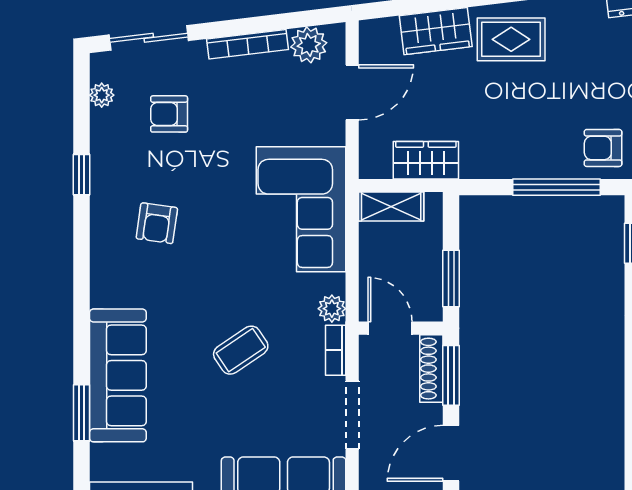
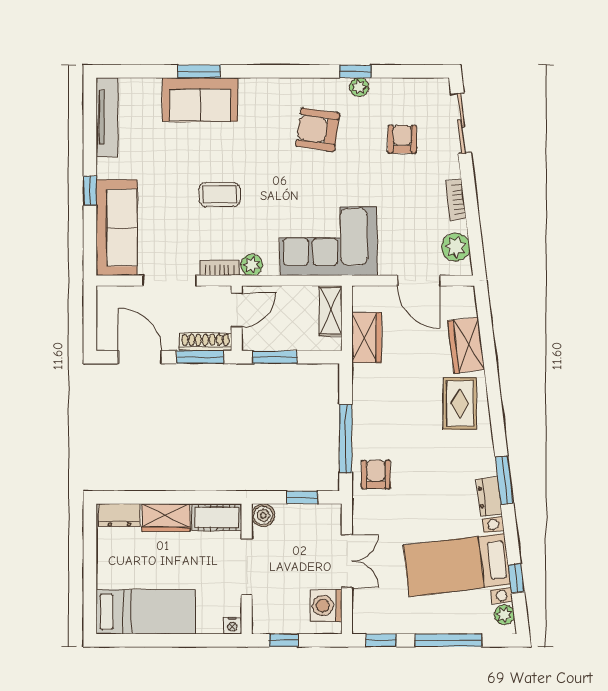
bookcase: (248, 44) -> (456, 200), width x0.64
plant: (102, 95) -> (359, 87), moved
armchair: (157, 223) -> (318, 130), width x1.38, depth x1.38
coffee table: (241, 350) -> (220, 195), turned -56
sofa: (118, 375) -> (200, 100), width x0.73
window: (81, 413) -> (199, 71), moved

